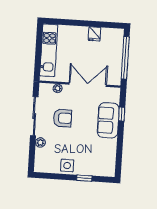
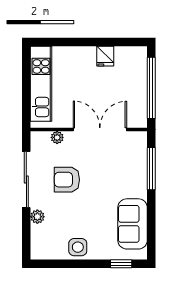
window: (122, 114) -> (151, 169), width x2.17
armchair: (63, 118) -> (67, 180), turned 180
sofa: (108, 120) -> (133, 224), moved
window: (84, 178) -> (121, 264), moved

